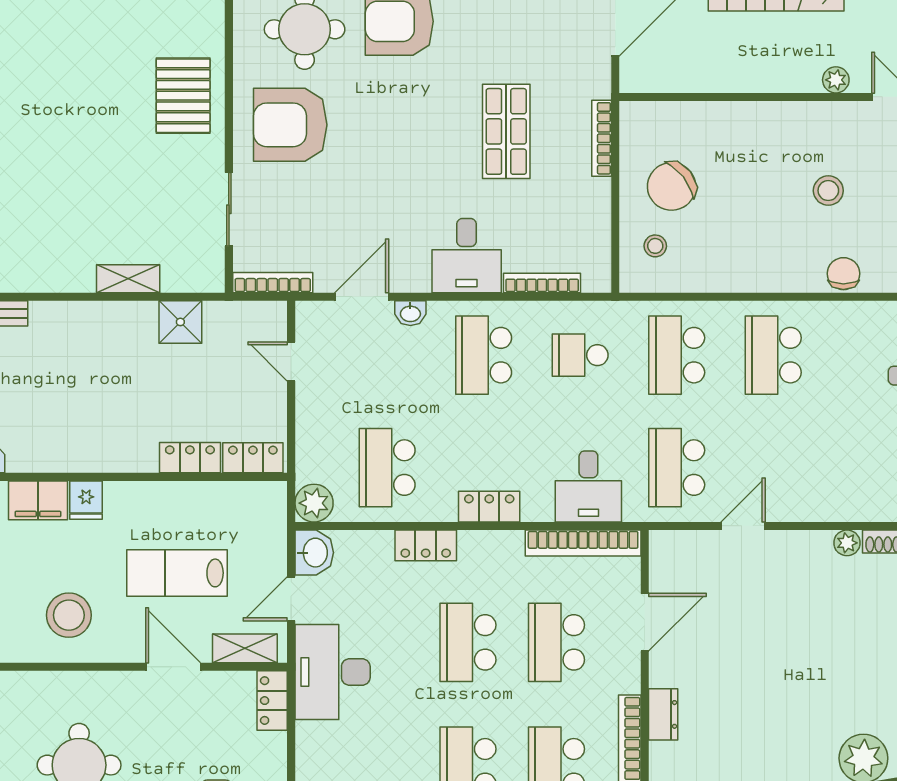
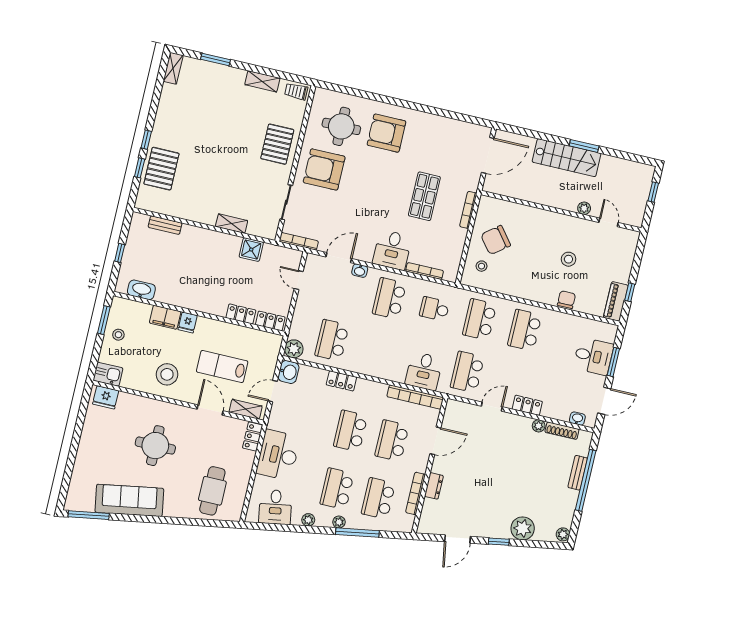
locker: (489, 507) -> (527, 405), moved
desk: (333, 672) -> (278, 455), moved

